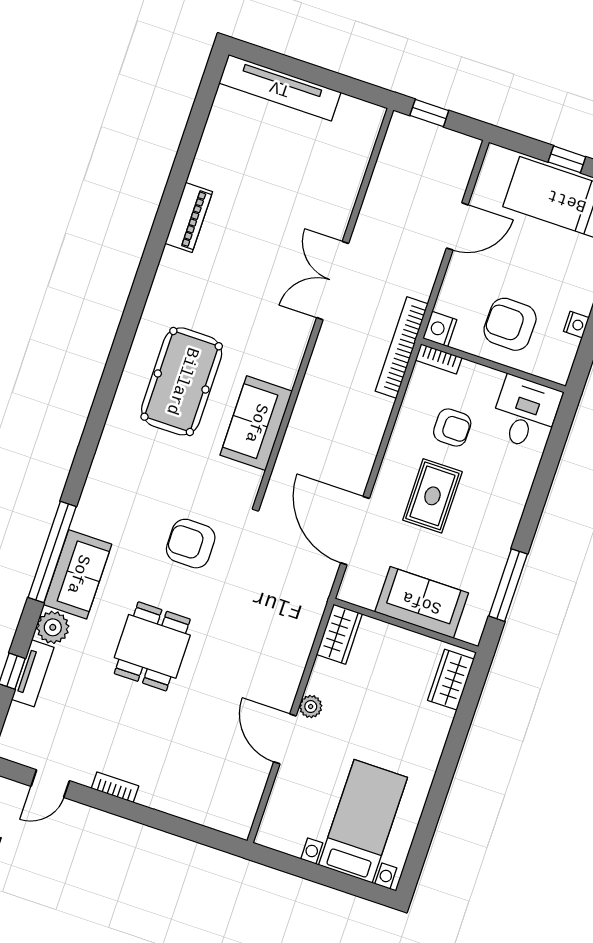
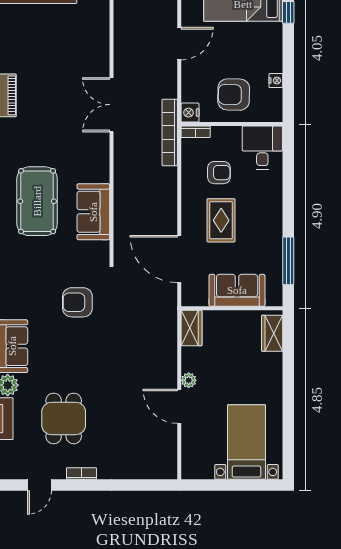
dining table: (152, 646) -> (64, 418), moved

